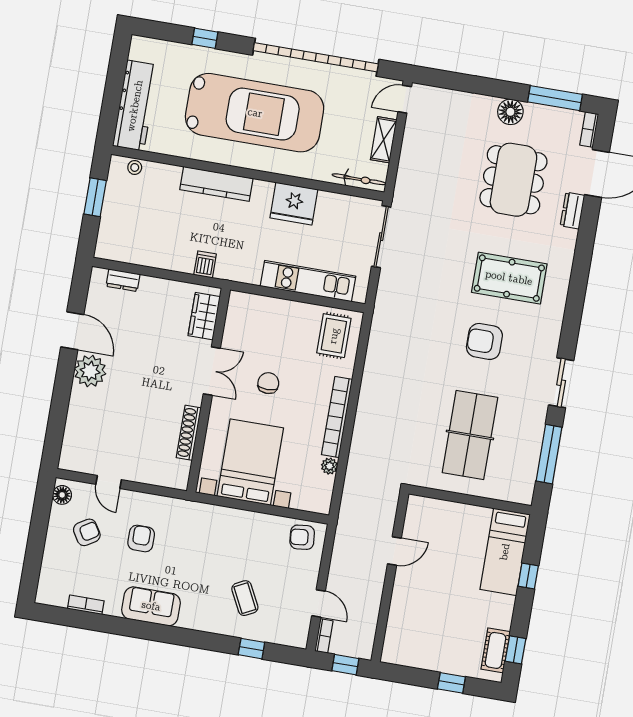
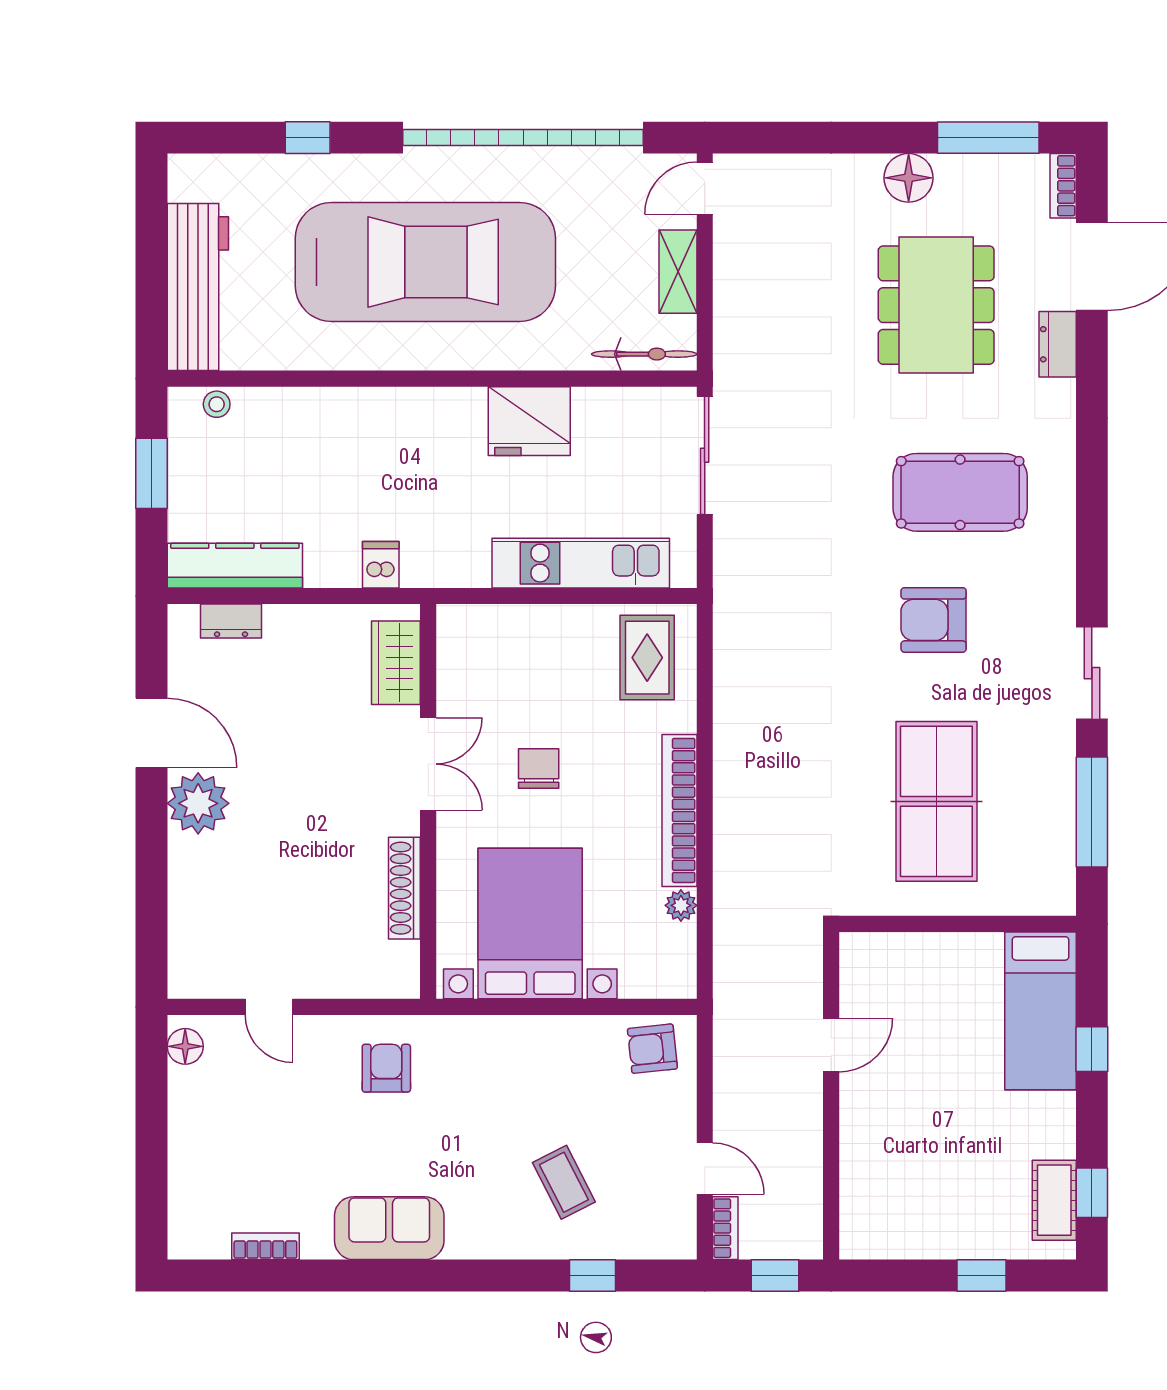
kitchen counter: (216, 184) -> (235, 566), moved, turned 180
armchair: (87, 532) -> (244, 1109), removed
armchair: (141, 538) -> (386, 1068), moved

